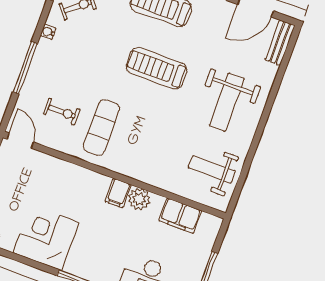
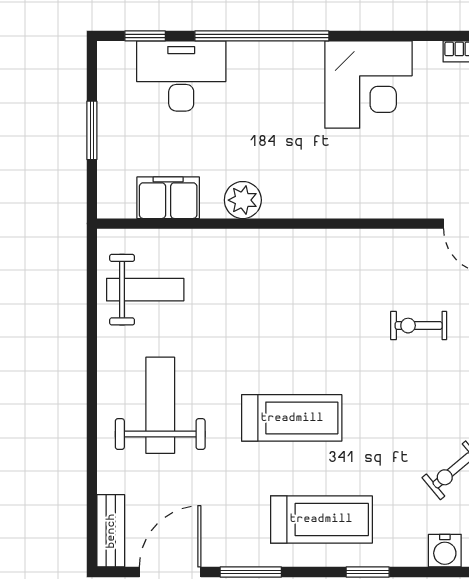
exercise bike: (62, 112) -> (419, 326), moved
exercise mat: (102, 128) -> (344, 292), removed
filing cabinet: (118, 193) -> (280, 197), removed

